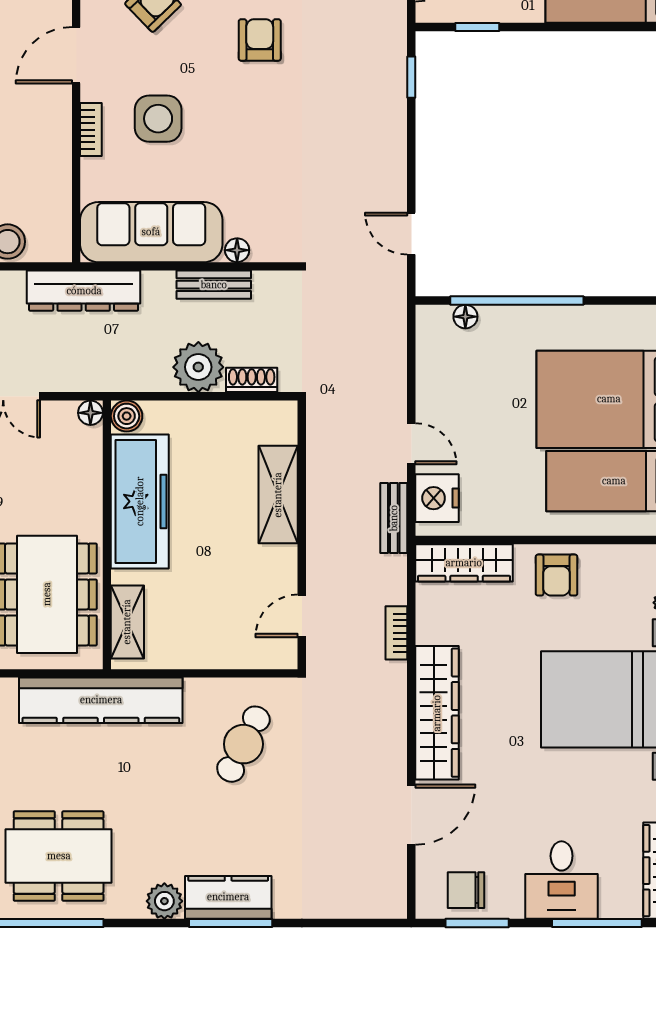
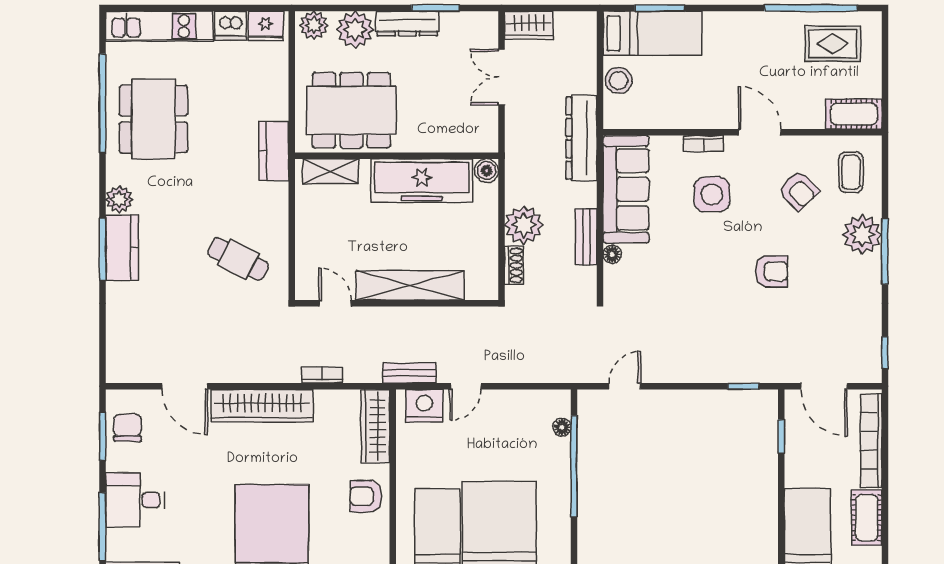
floor lamp: (90, 413) -> (489, 143), removed
shelving: (278, 495) -> (410, 285), width x1.47
kitchen counter: (101, 700) -> (274, 151), width x0.48, depth x0.86

